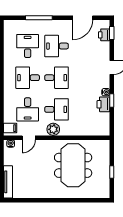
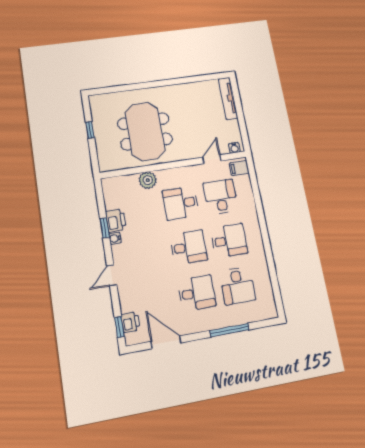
door: (83, 18) -> (166, 342), hinge flipped
desk: (57, 78) -> (189, 247), turned 180
plant: (53, 129) -> (148, 180), moved

